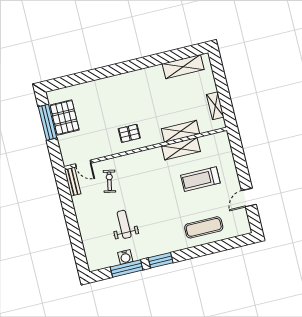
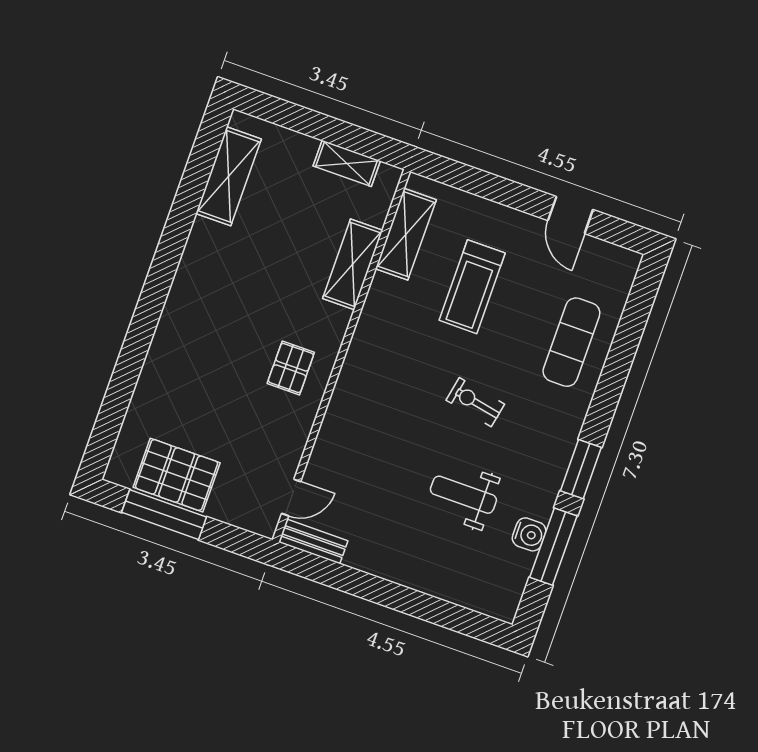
shelving: (181, 149) -> (406, 234), moved
exercise bike: (109, 181) -> (475, 402), moved

